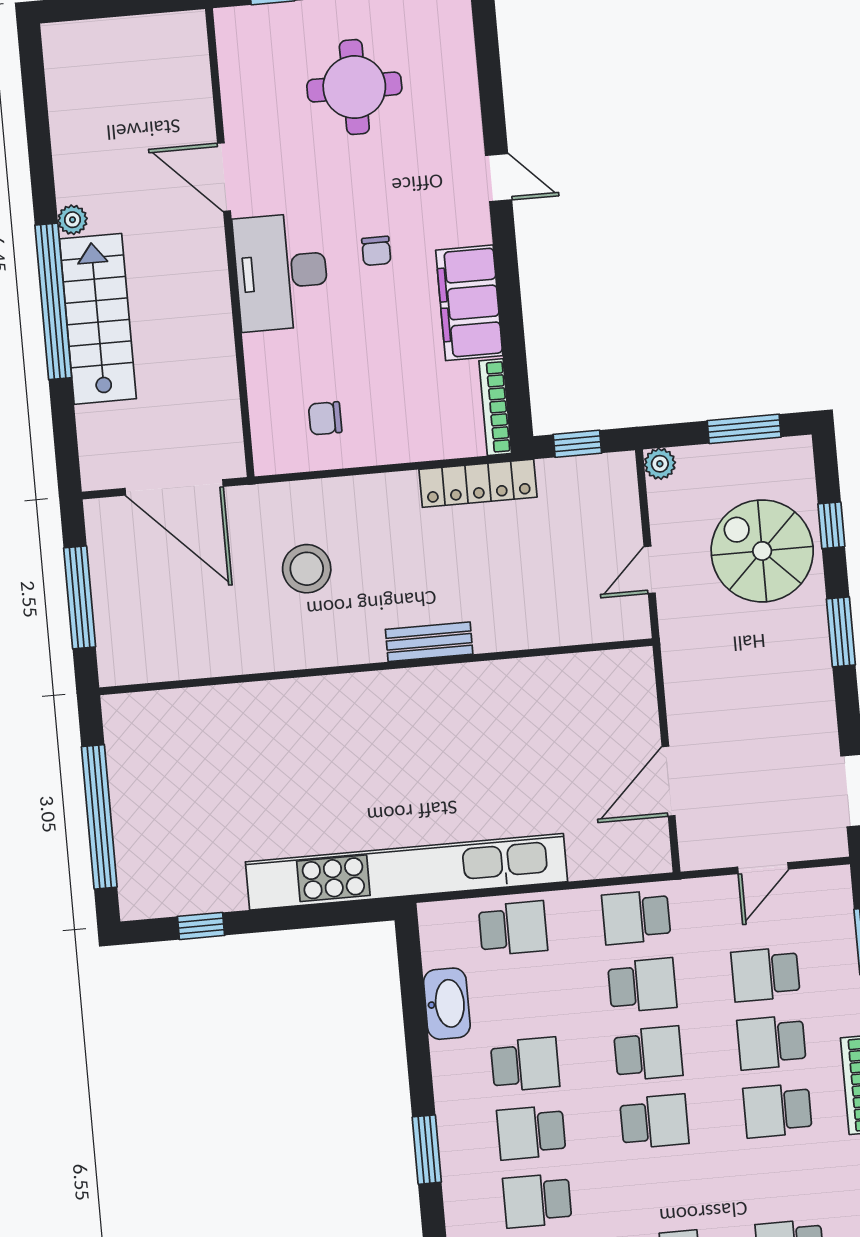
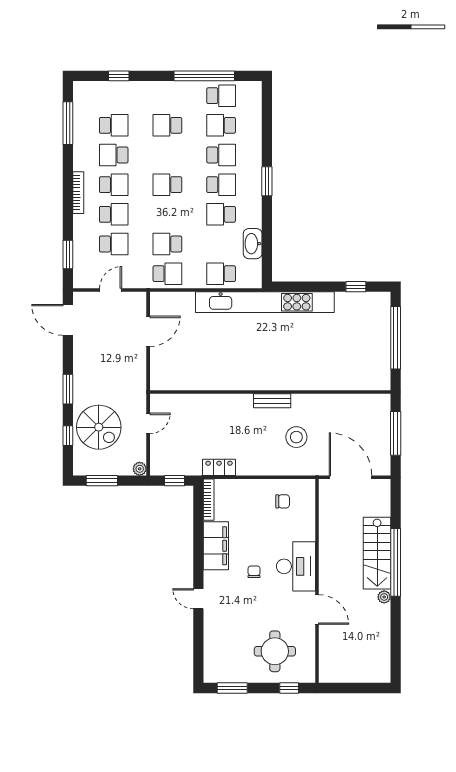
round table: (354, 87) -> (275, 651), moved
locker: (478, 483) -> (219, 467), width x0.66
bench: (429, 642) -> (272, 401), moved
school desk: (648, 1053) -> (114, 155), moved

